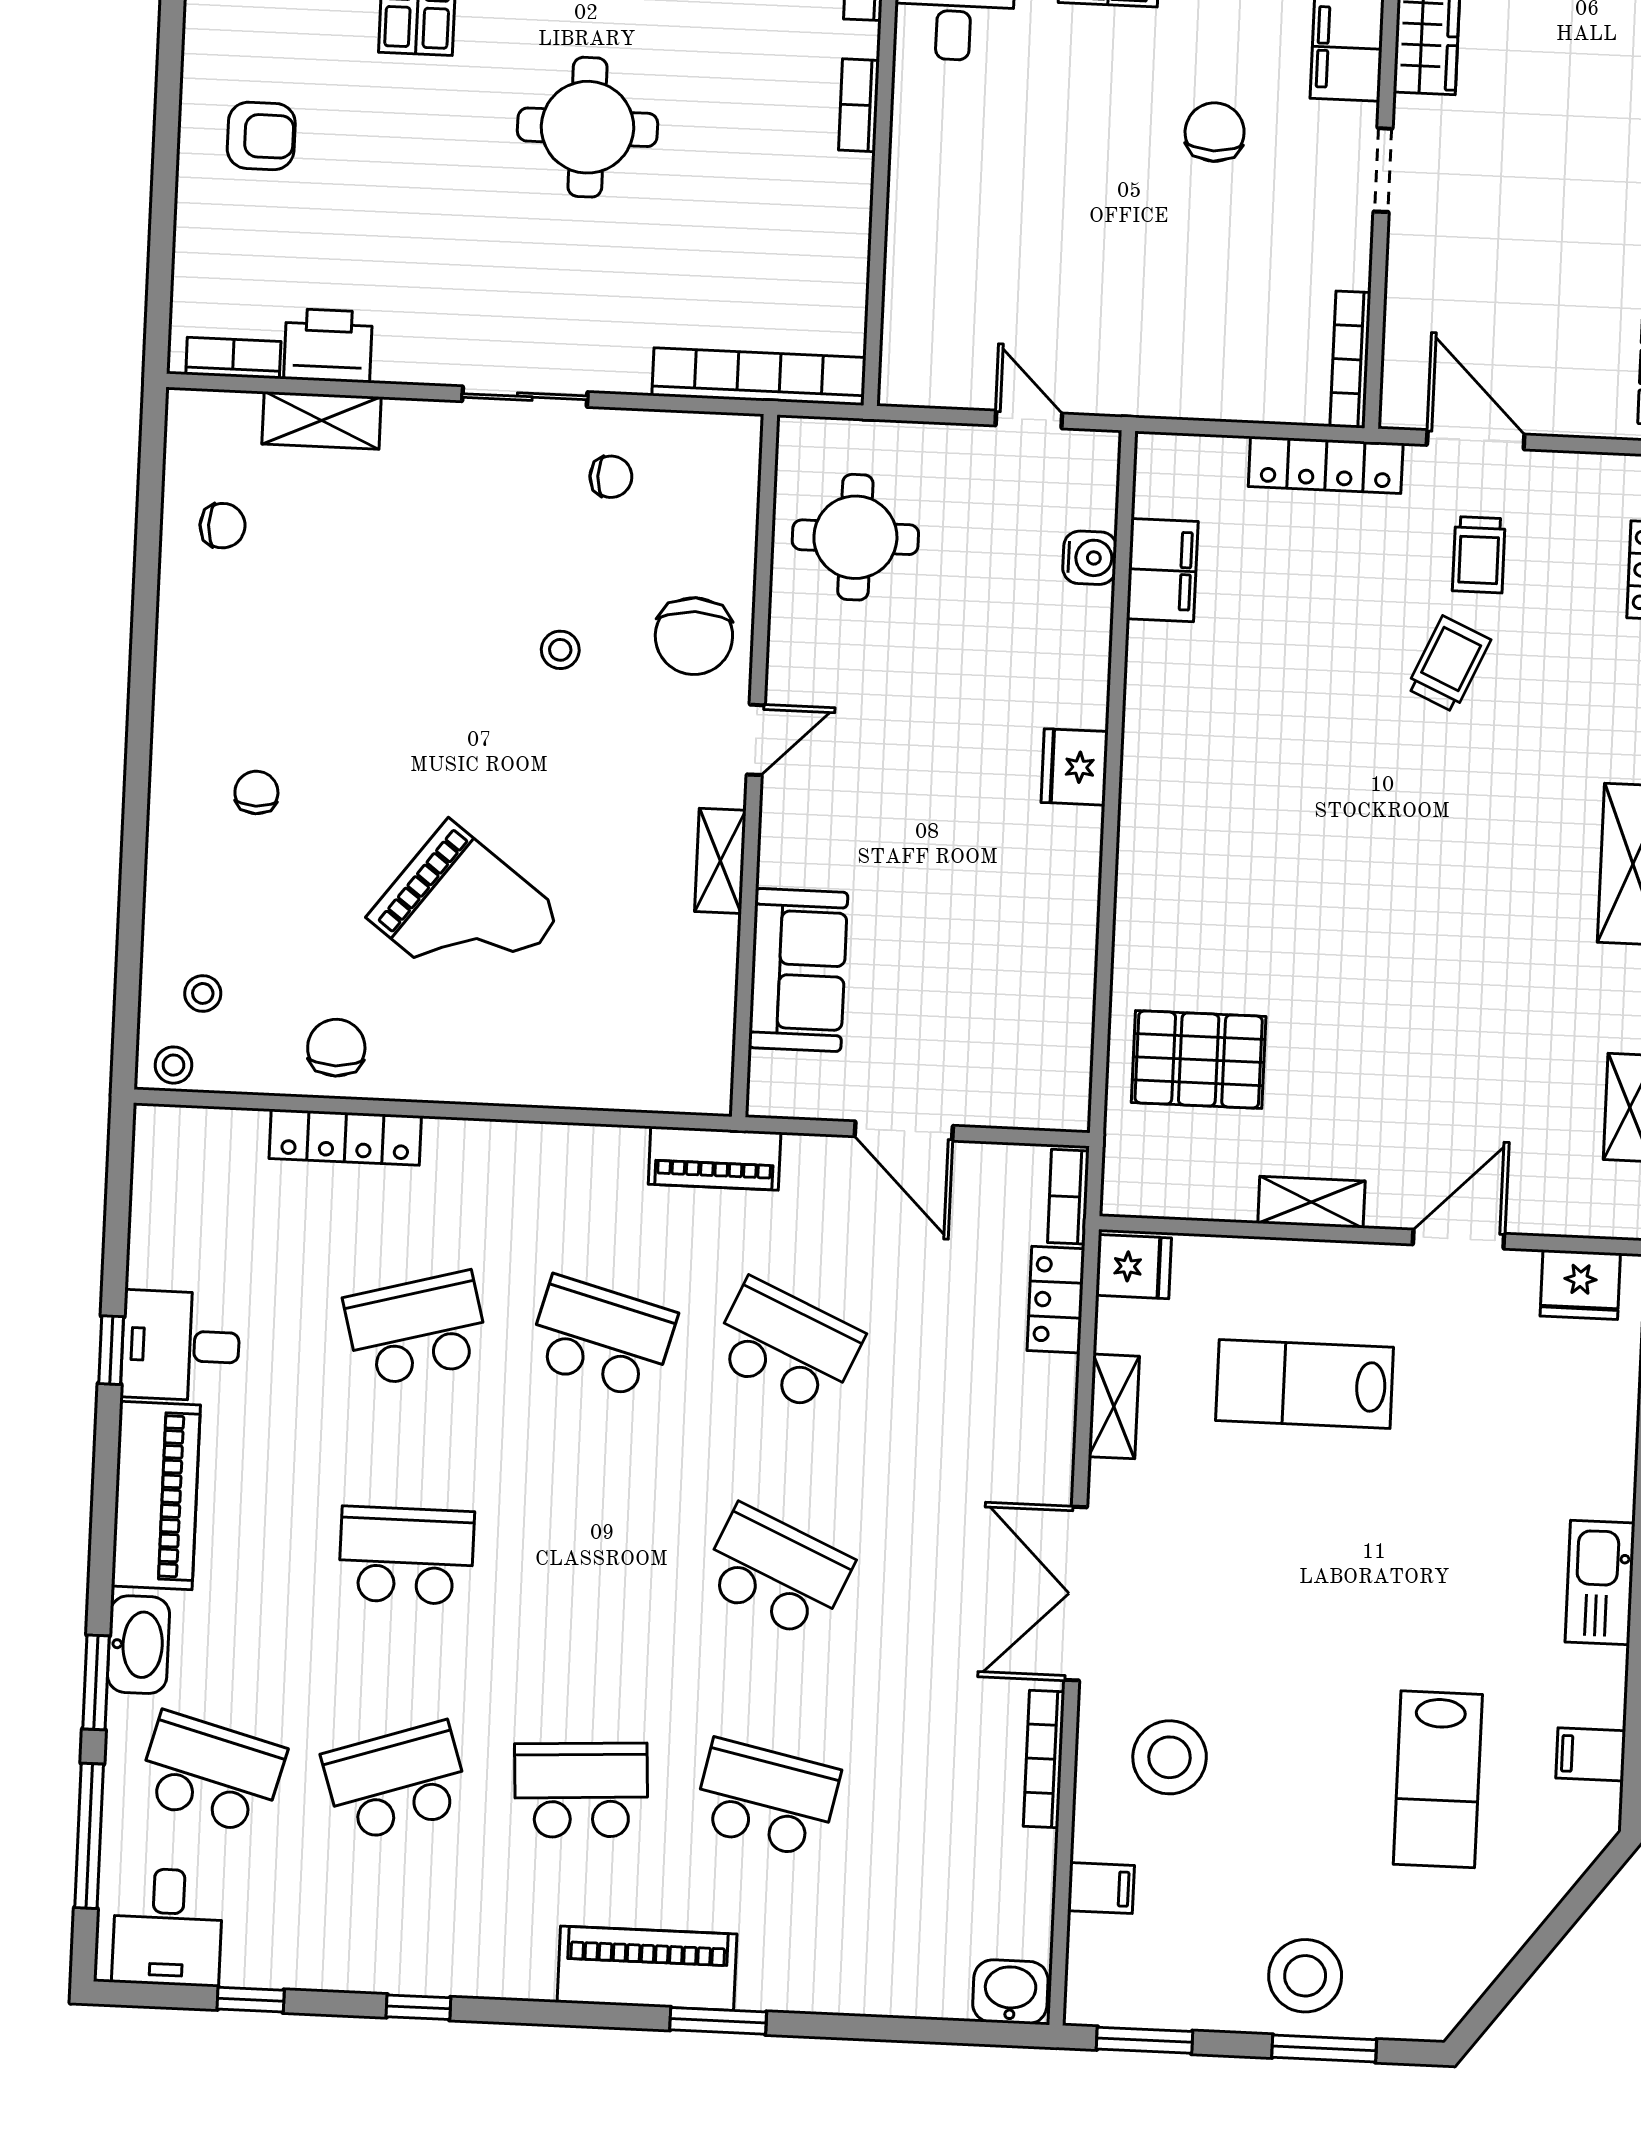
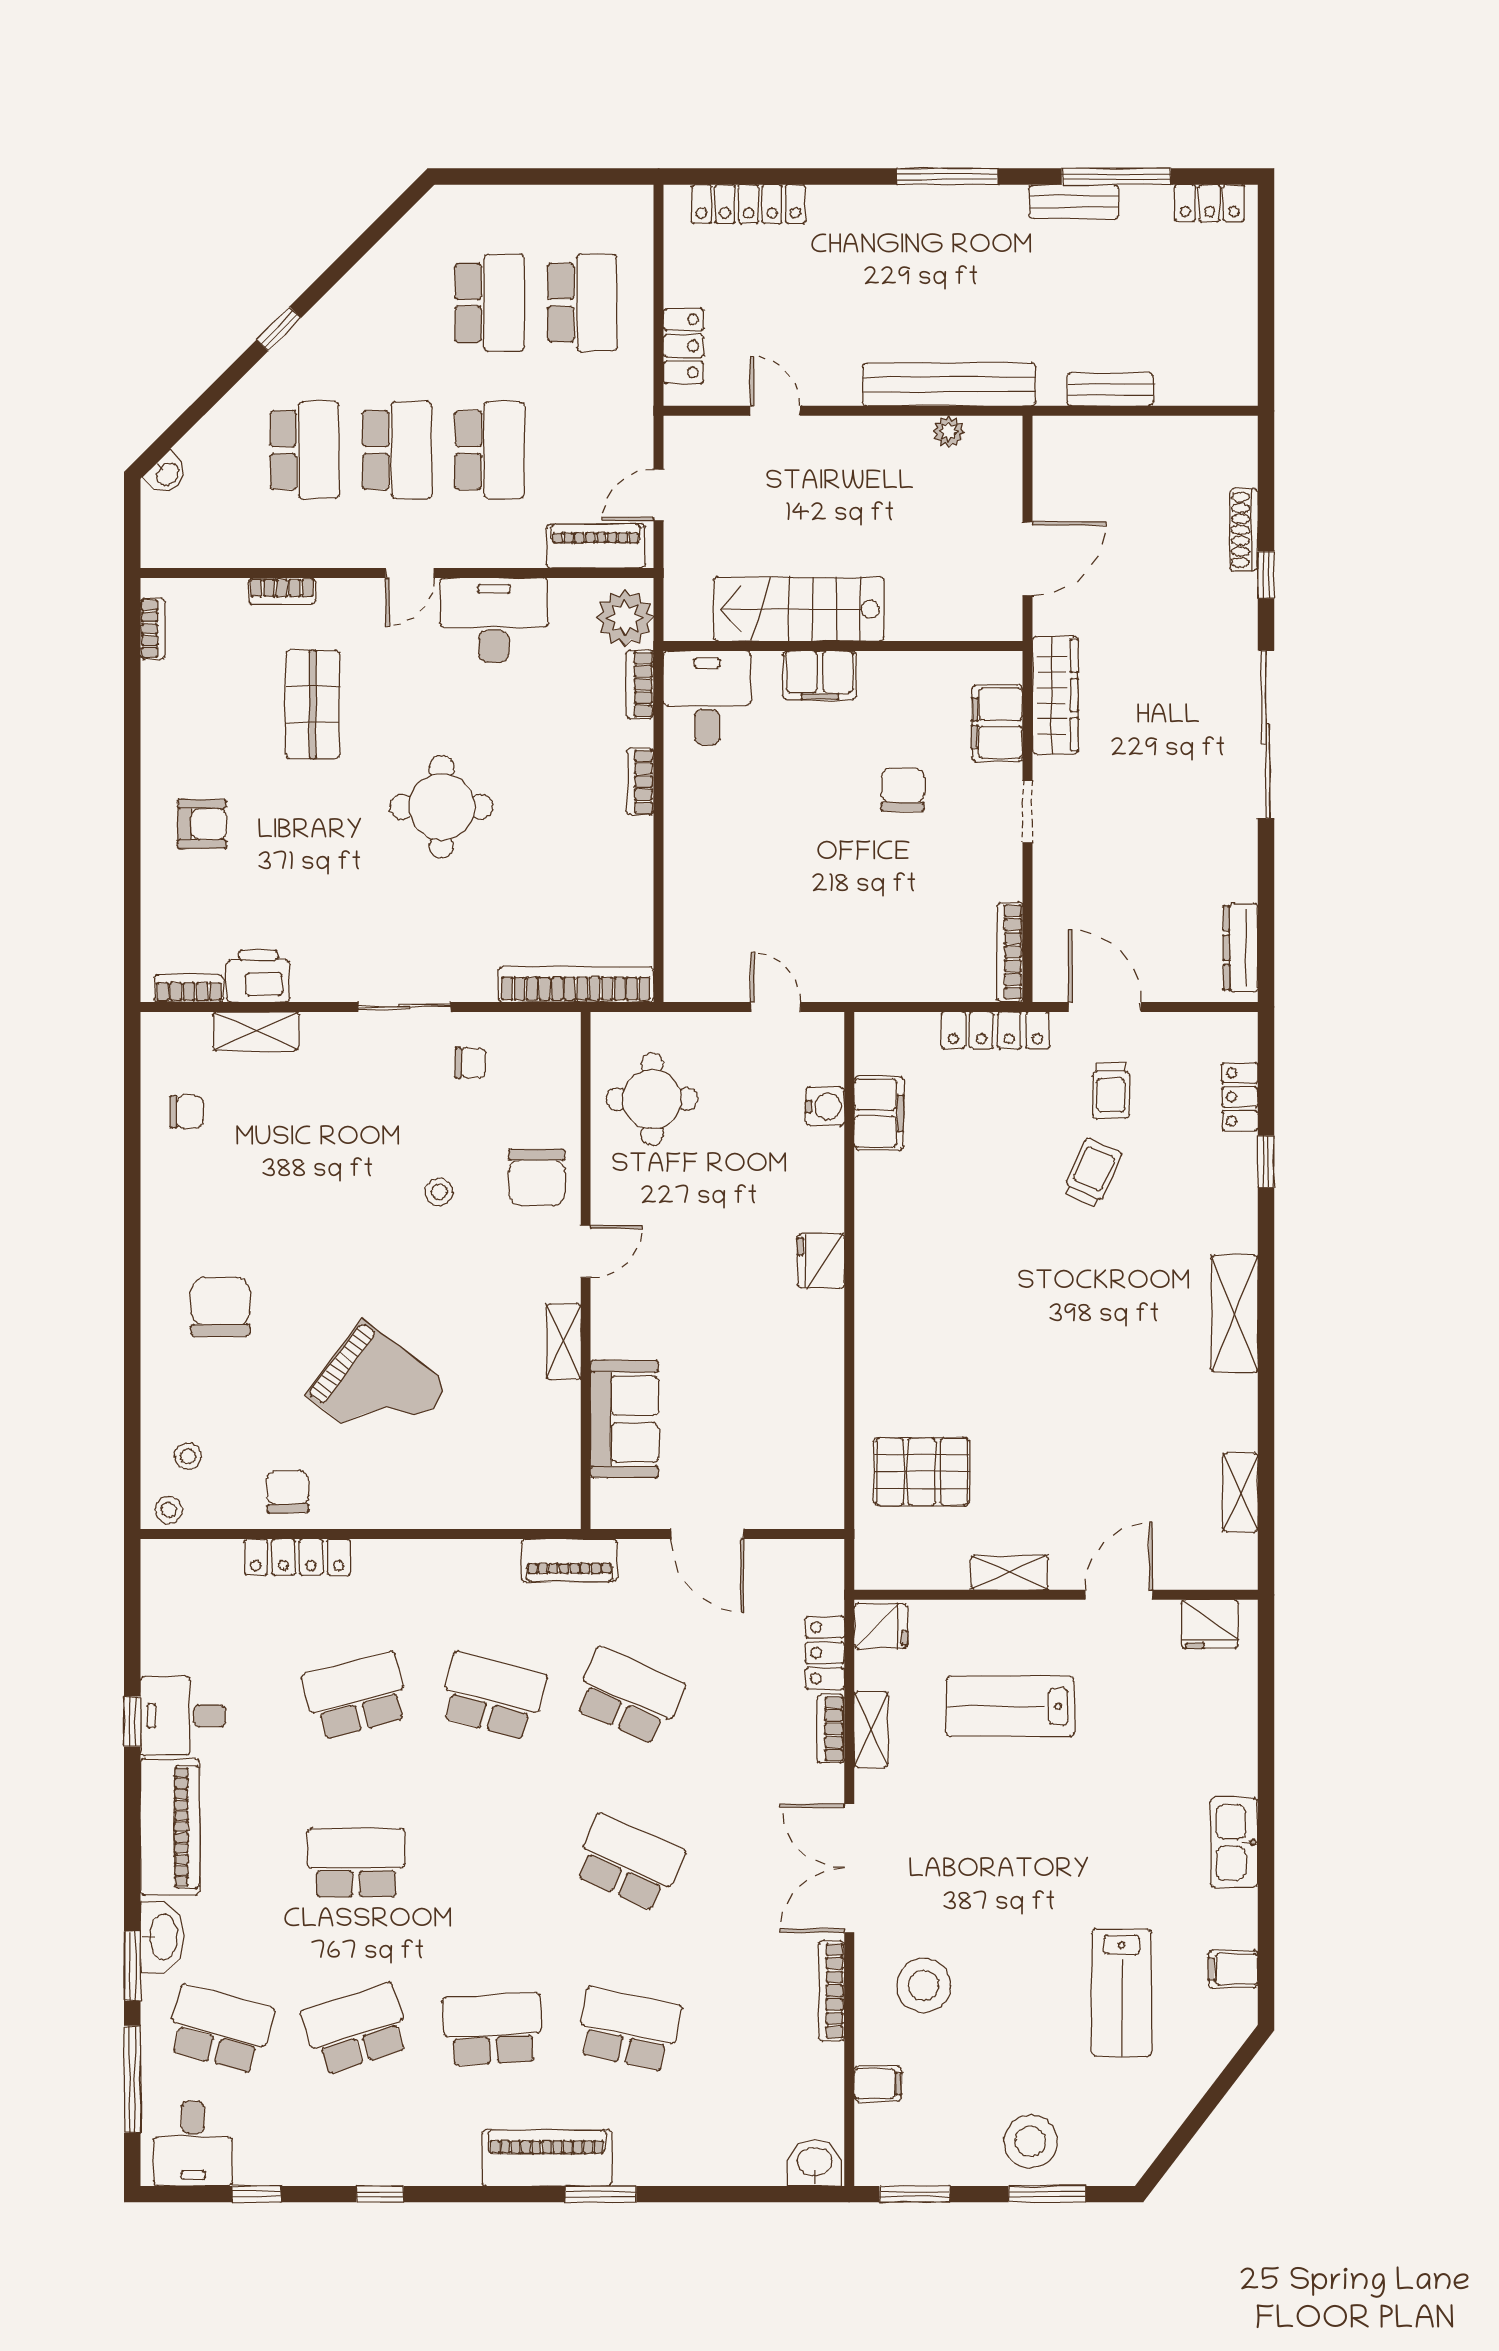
chair: (256, 792) -> (220, 1307), width x1.87, depth x1.87
bookcase: (1068, 1197) -> (831, 1729), moved

